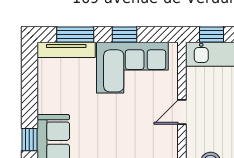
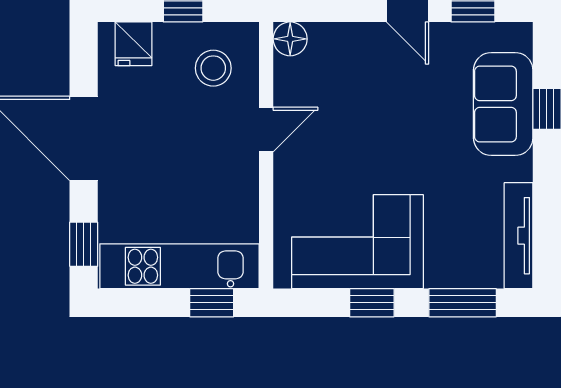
tv unit: (66, 50) -> (519, 236), moved, turned -90
door: (182, 112) -> (266, 130), moved

